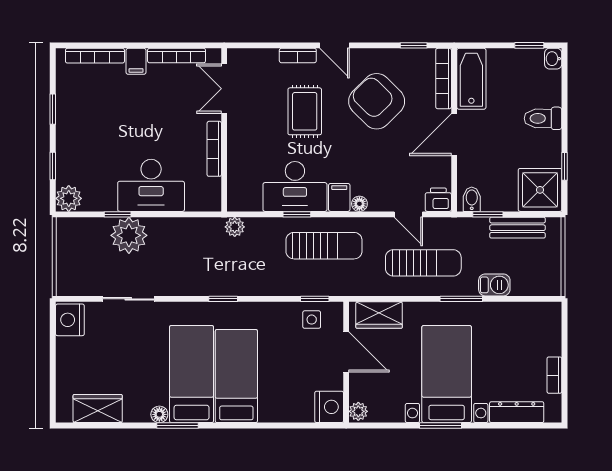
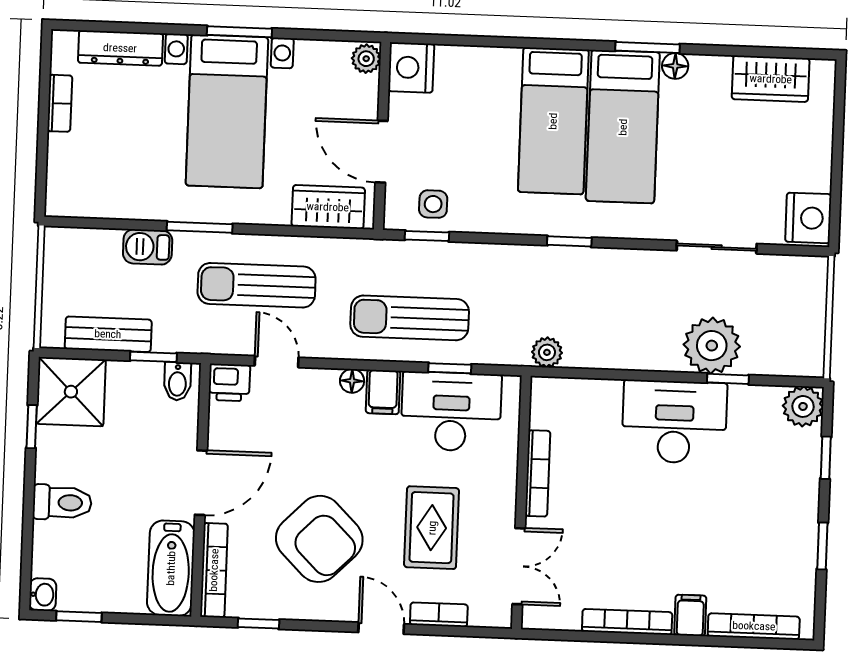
double door: (224, 89) -> (519, 566), moved
wall: (224, 130) -> (521, 502), moved
bookcase: (214, 149) -> (538, 473), moved

